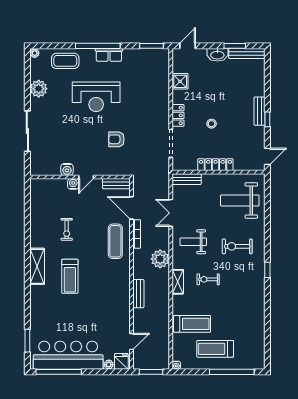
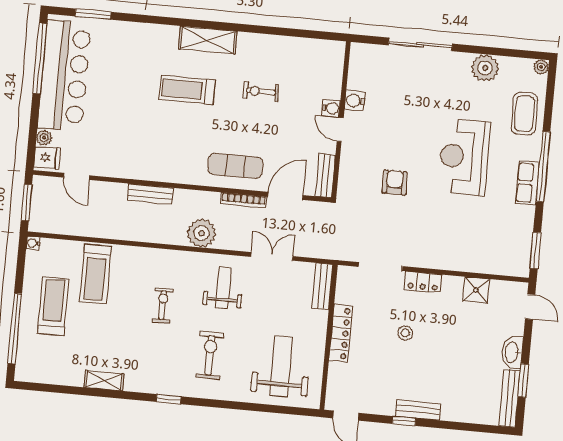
shelving: (178, 282) -> (104, 381), moved

